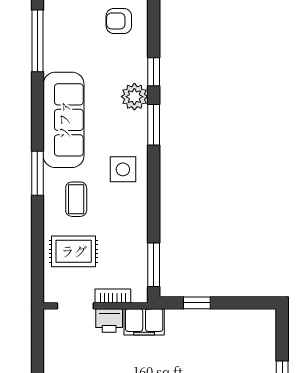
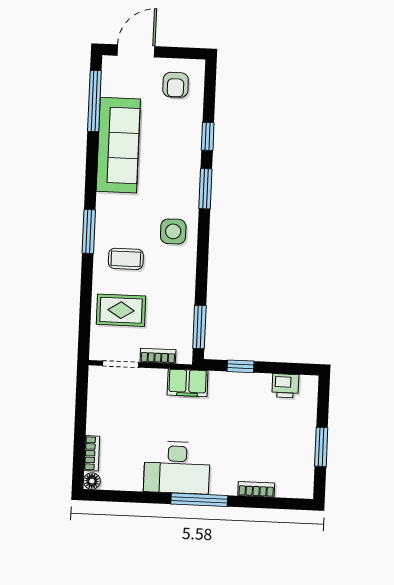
armchair: (119, 21) -> (176, 85), turned -90
plant: (134, 97) -> (188, 160), removed
sofa: (64, 120) -> (118, 145), moved
coffee table: (76, 199) -> (126, 259), turned 90
printer: (109, 320) -> (285, 386), moved

